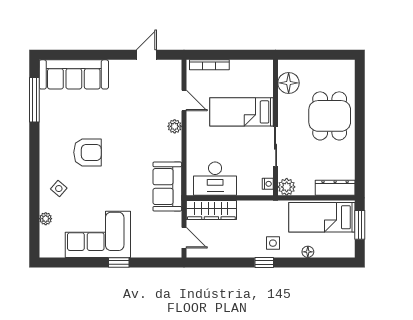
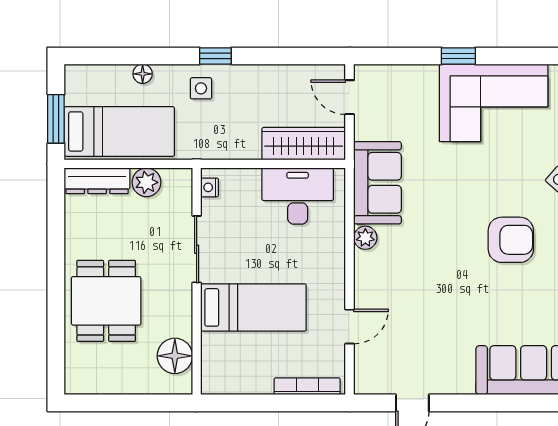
door: (184, 101) -> (350, 327), swing flipped
plant: (175, 126) -> (365, 238), moved
armchair: (87, 152) -> (511, 240), turned 180
plant: (287, 187) -> (147, 182), moved

